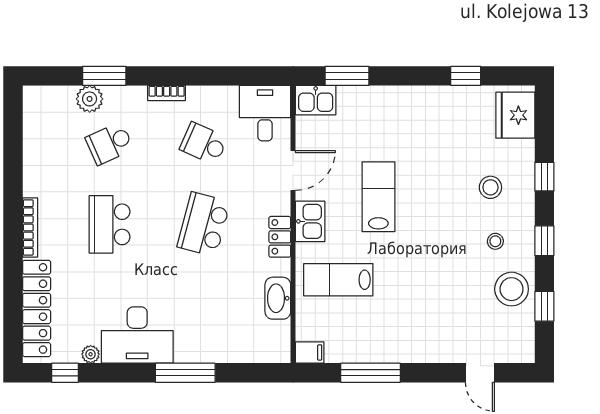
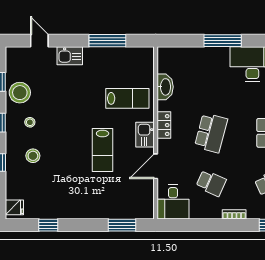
kitchen sink: (316, 100) -> (70, 56), moved, turned 180
fridge: (515, 115) -> (14, 207), width x0.53, depth x0.75
filing cabinet: (310, 352) -> (145, 53), removed

